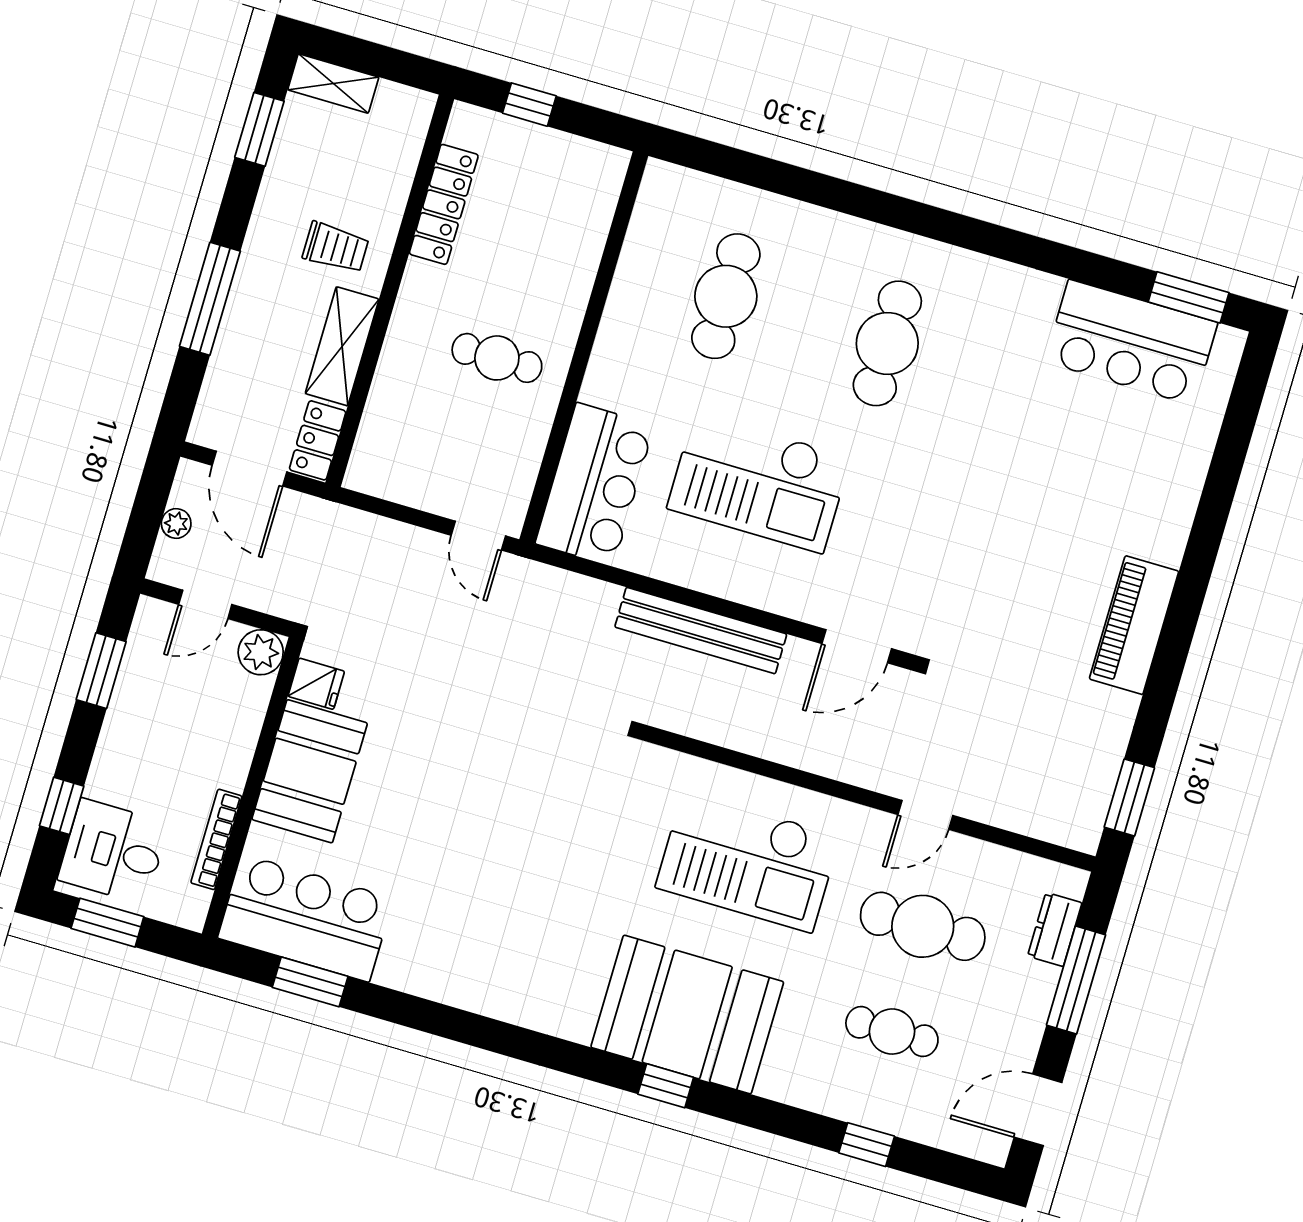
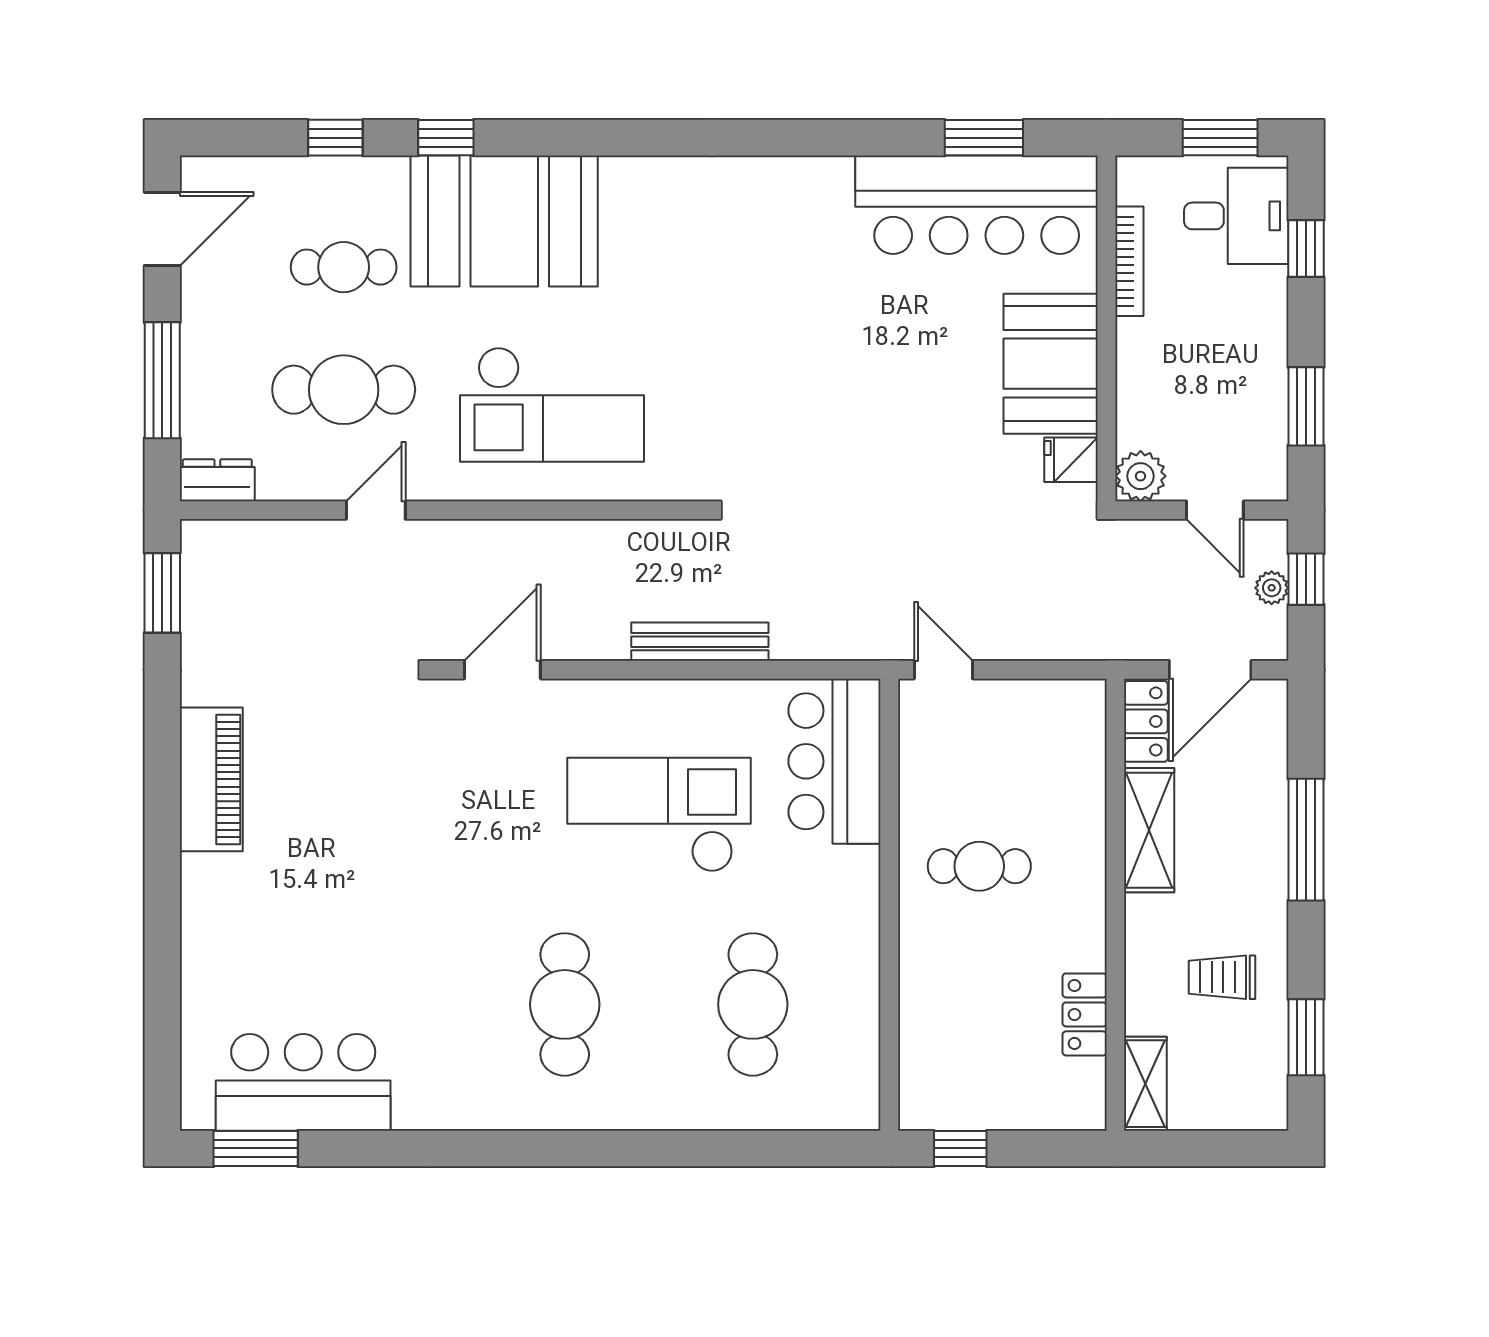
shelving: (333, 83) -> (1145, 1084), moved, turned 90
window: (529, 105) -> (960, 1148), moved
locker: (444, 204) -> (1085, 1014), width x0.66
trolley: (336, 247) -> (1222, 977), moved
door: (249, 469) -> (1210, 670), swing flipped
window: (145, 522) -> (1306, 579), added
door: (205, 604) -> (1215, 510), swing flipped
bench: (701, 631) -> (700, 642), width x0.73, depth x0.82
checkout: (748, 861) -> (552, 404), turned 180
bar counter: (306, 918) -> (977, 205), width x1.36
dresser: (1055, 929) -> (217, 480), moved, turned -90
booth: (687, 1015) -> (504, 221), moved
window: (666, 1086) -> (446, 138), moved

